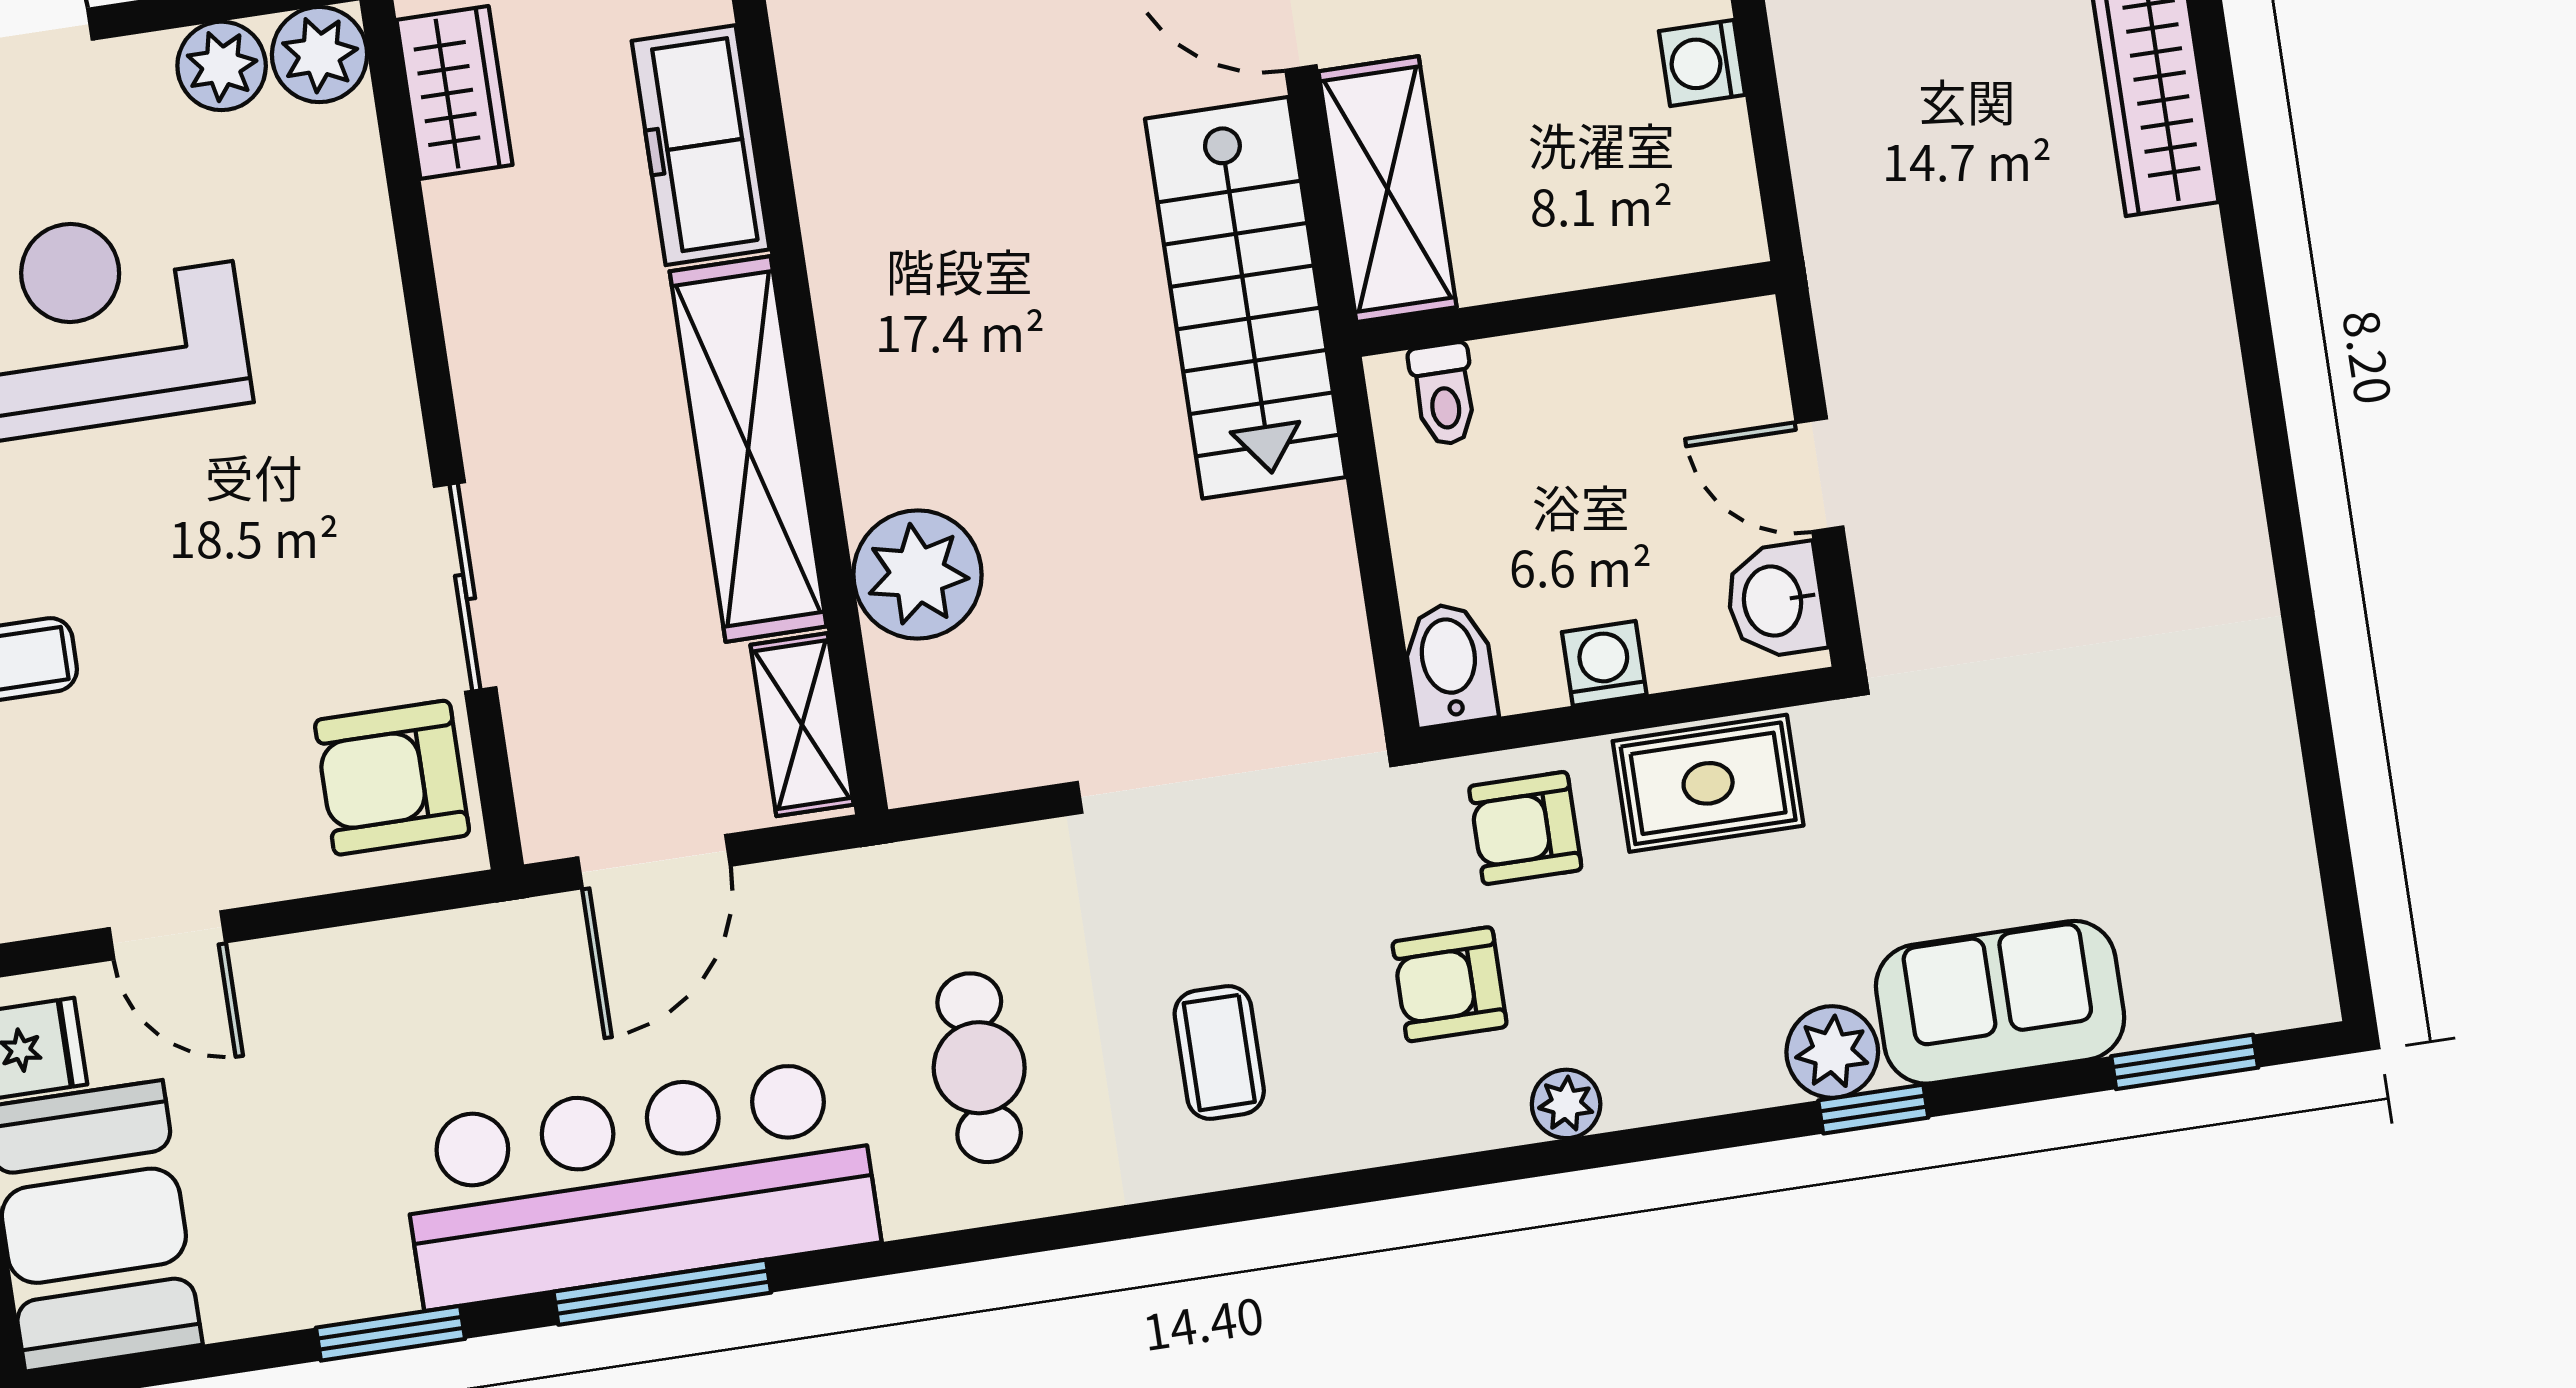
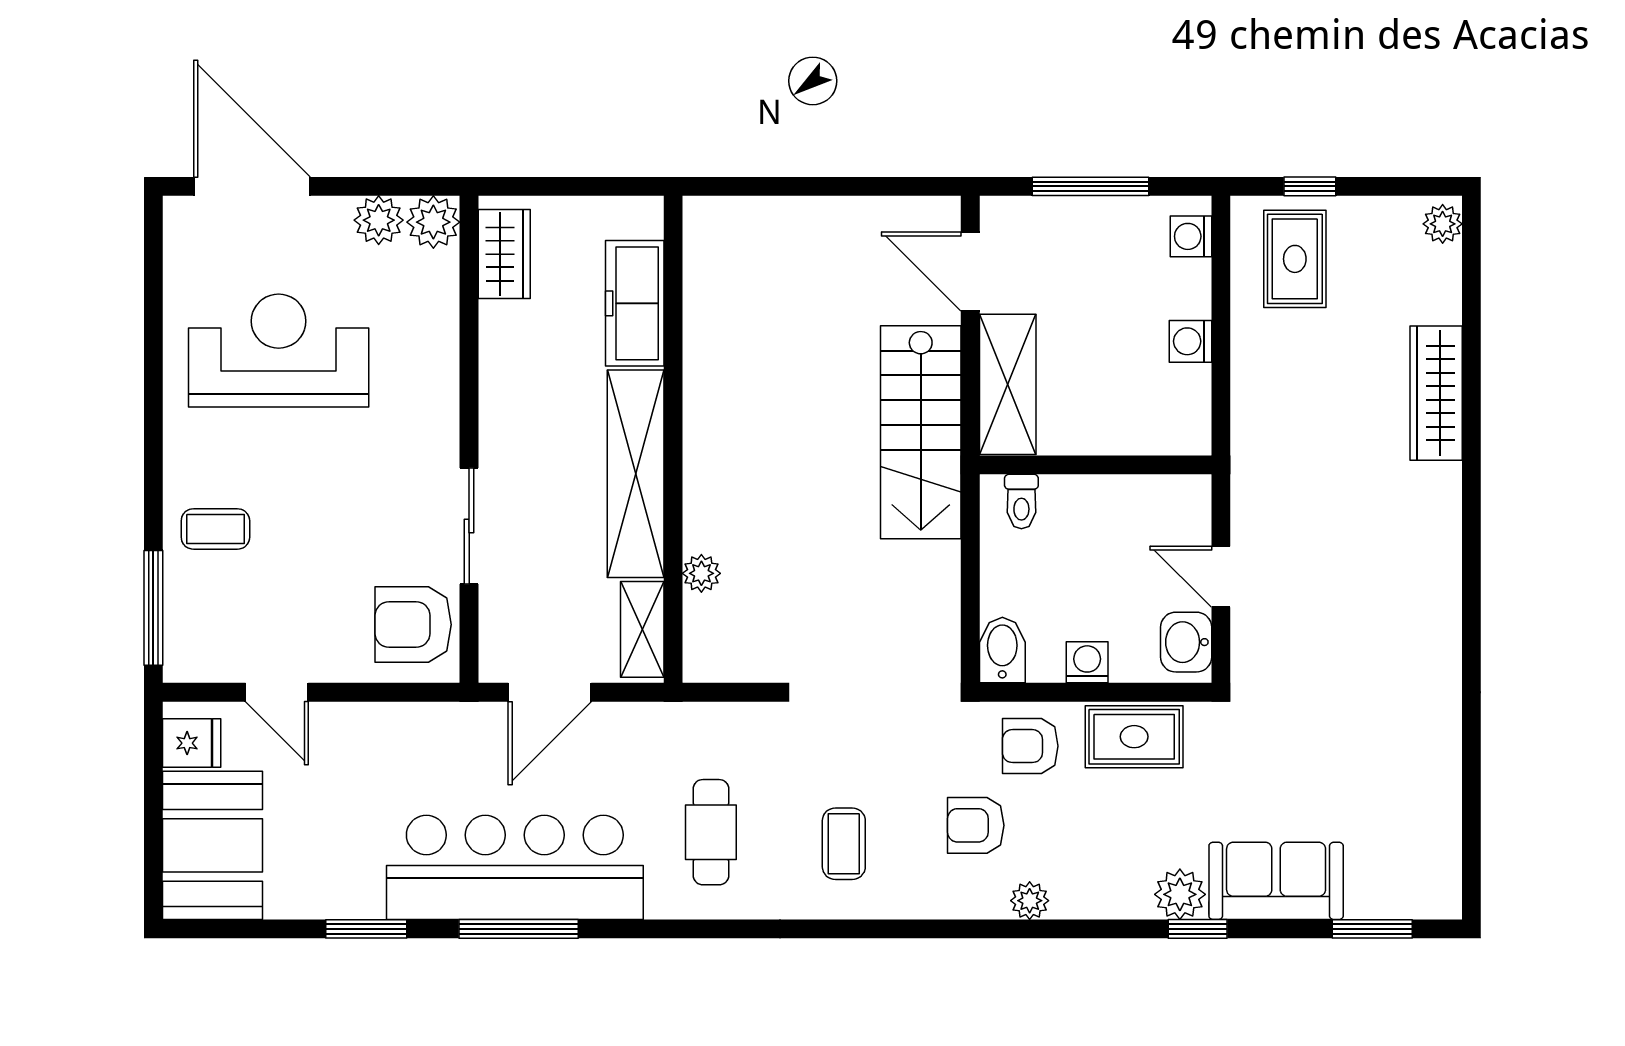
plant: (918, 574) -> (701, 573), width x0.53, depth x0.53

